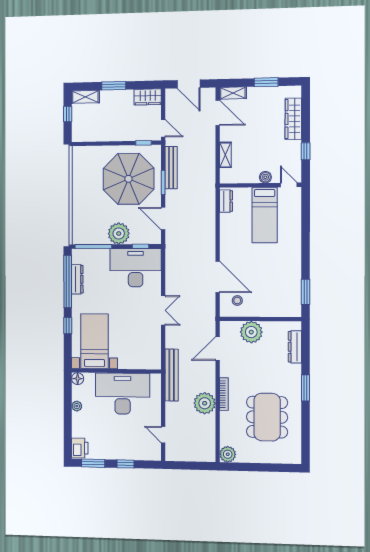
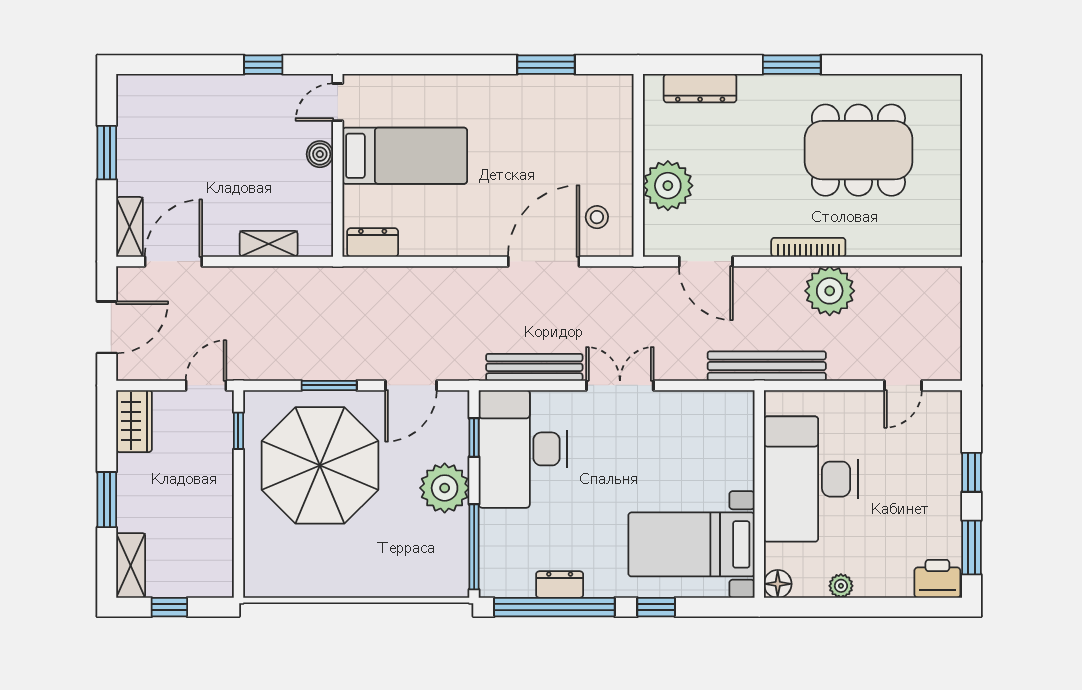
wardrobe: (293, 119) -> (190, 92), removed
bench: (171, 168) -> (534, 367), moved
dresser: (77, 279) -> (560, 584), width x0.70
window: (306, 292) -> (546, 65), moved
plant: (228, 454) -> (944, 239), removed

